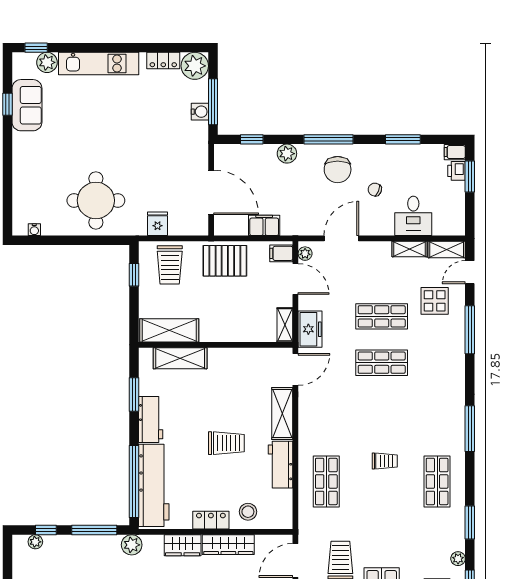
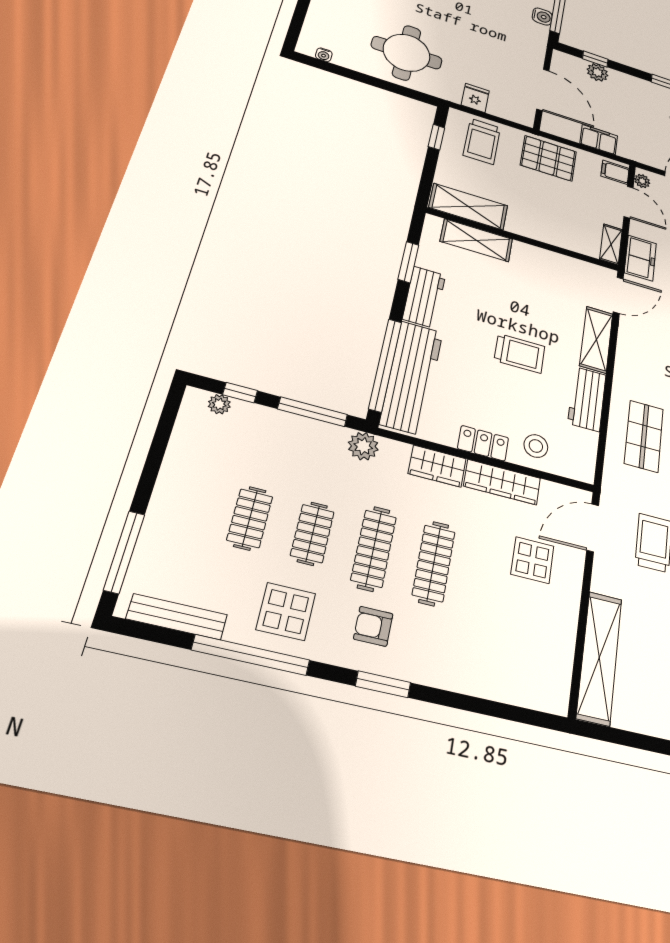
plant: (287, 154) -> (597, 72), moved

